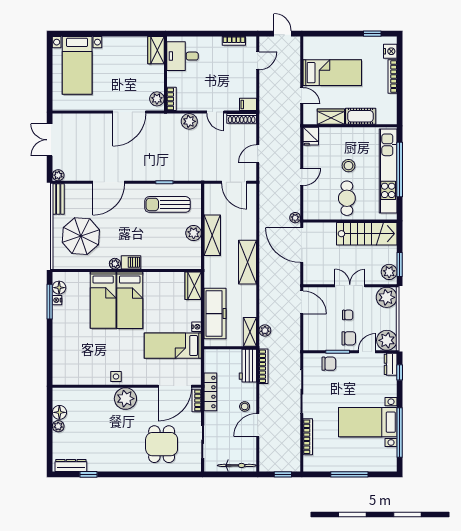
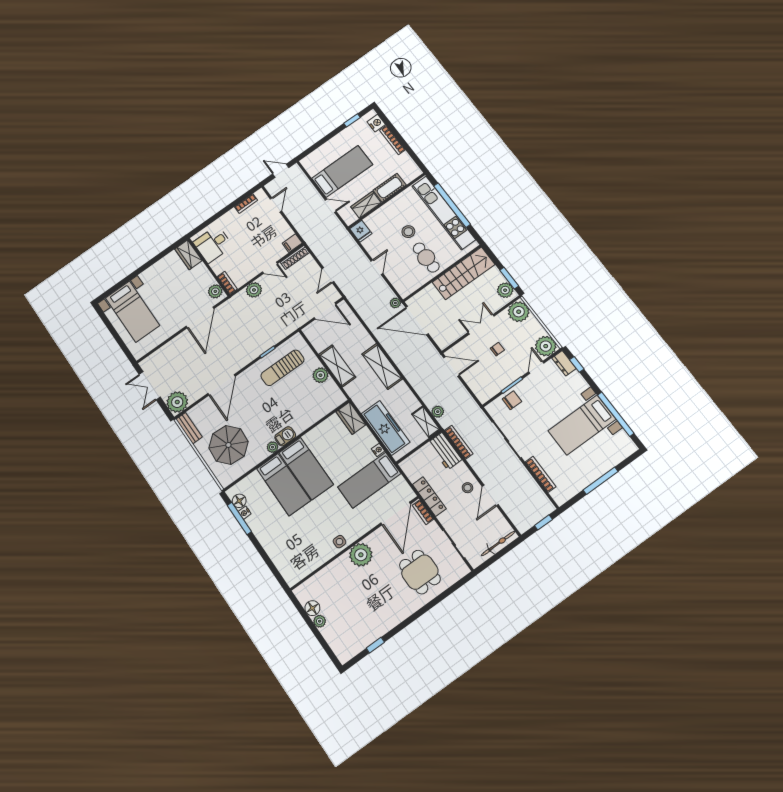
plant: (58, 175) -> (177, 402), width x1.87, depth x1.87
chair: (349, 338) -> (513, 367), removed
dresser: (71, 465) -> (355, 648), removed

